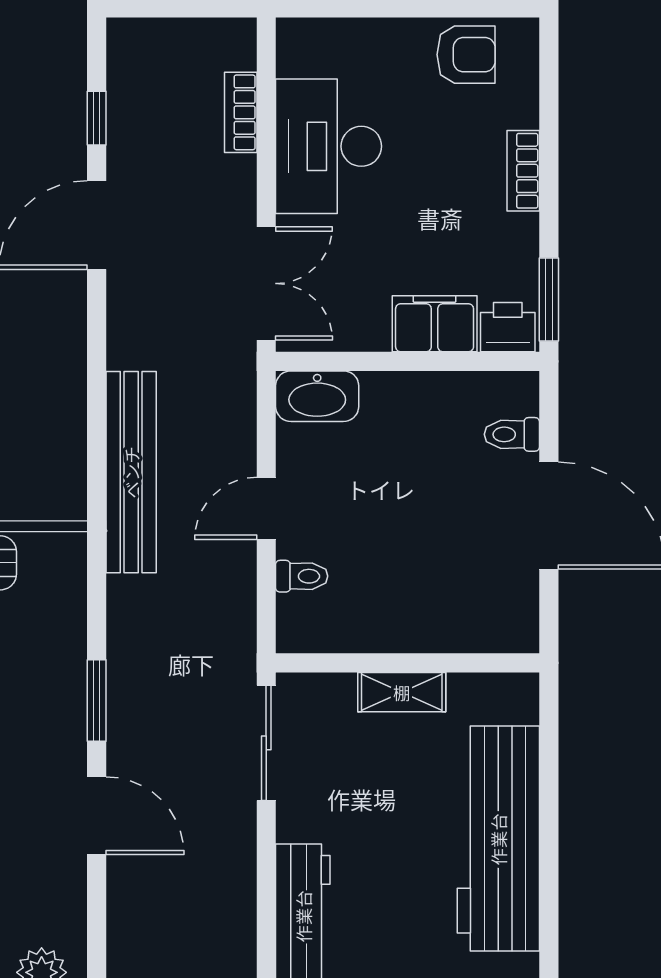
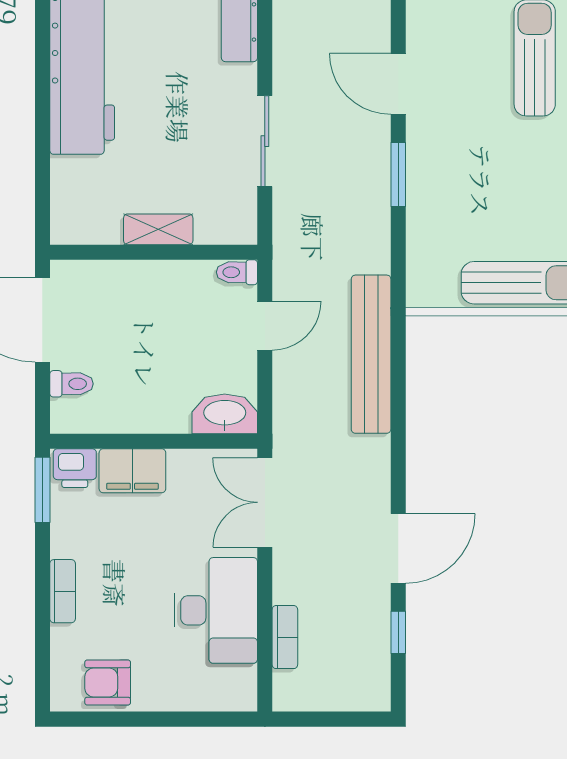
wall: (408, 663) -> (154, 252), moved
shelving: (402, 692) -> (158, 229), moved

